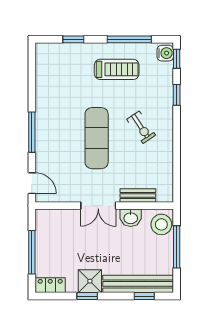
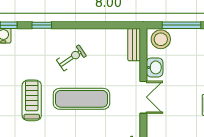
treadmill: (117, 69) -> (32, 100), moved
bench: (138, 195) -> (134, 45), moved

